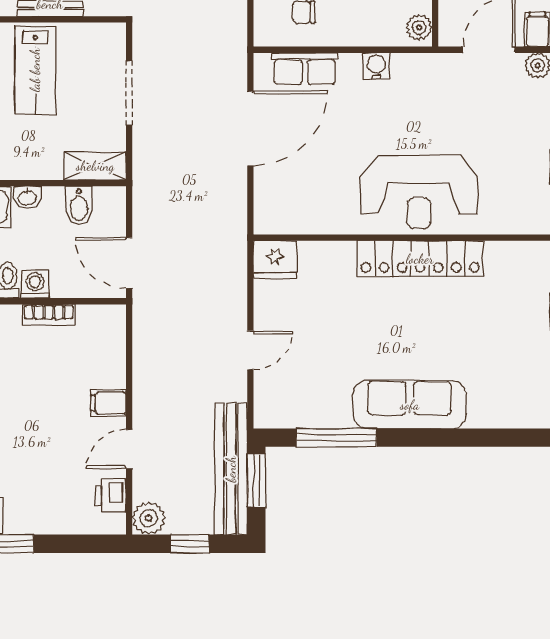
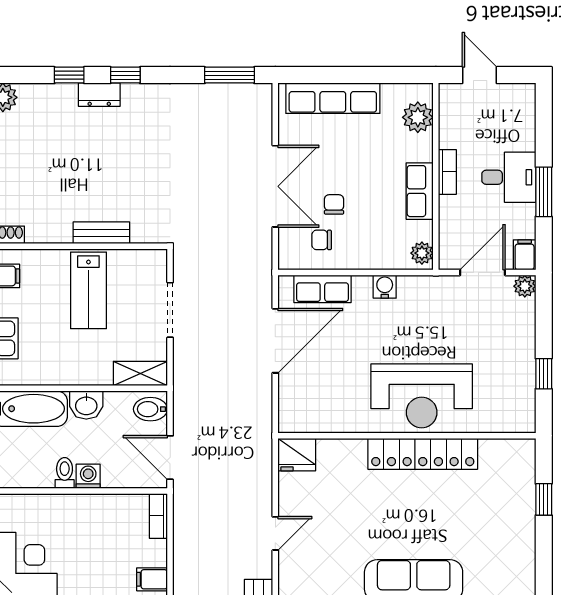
washbasin: (27, 197) -> (86, 405), width x1.38, depth x1.45
bidet: (79, 206) -> (150, 409), moved, turned 90
bookcase: (49, 315) -> (158, 516), moved, turned 90

